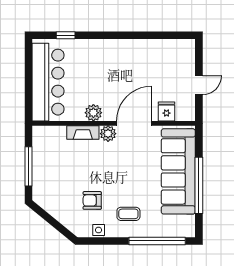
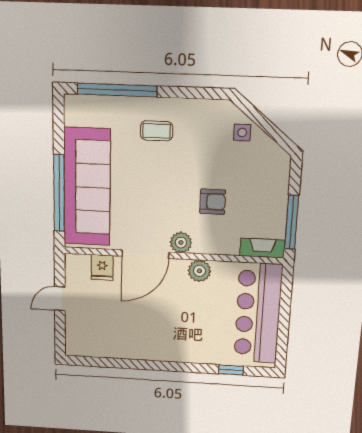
fireplace: (83, 132) -> (262, 248), moved
window: (28, 166) -> (292, 222), moved
window: (199, 185) -> (59, 193), moved
armchair: (92, 200) -> (213, 202), moved
side table: (99, 230) -> (242, 132), moved

